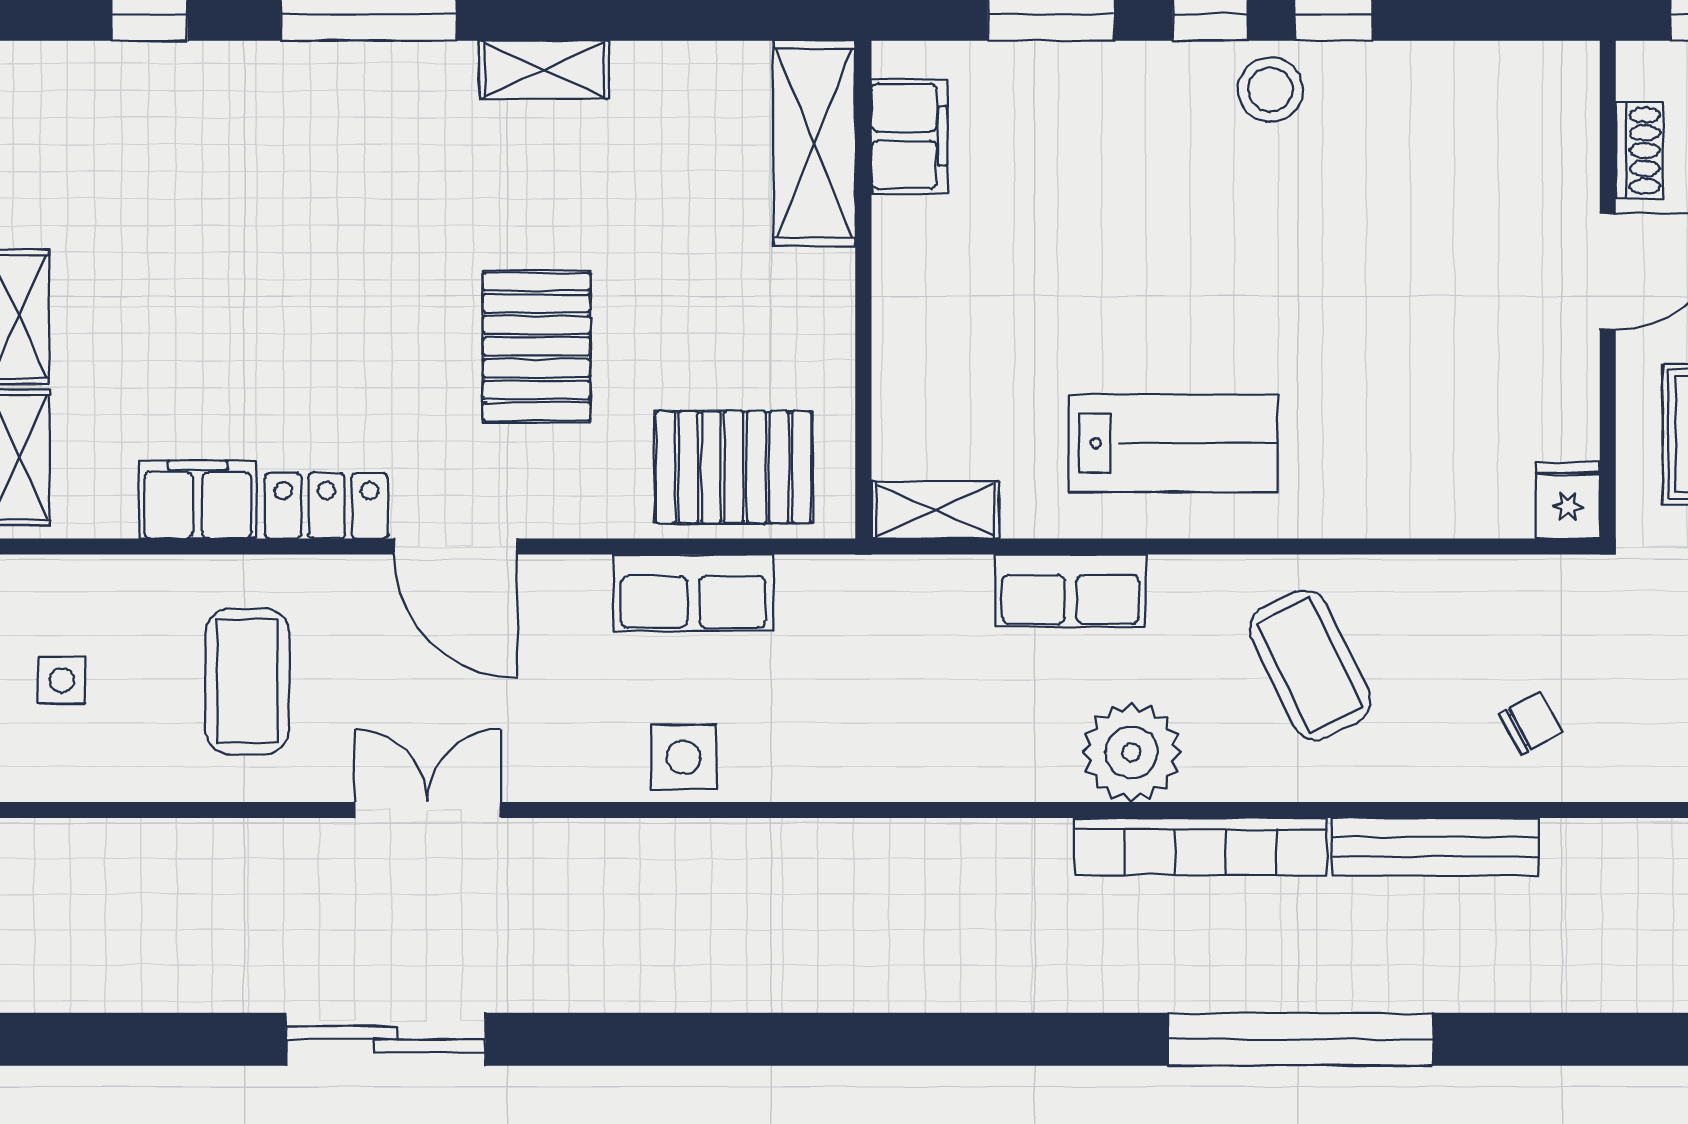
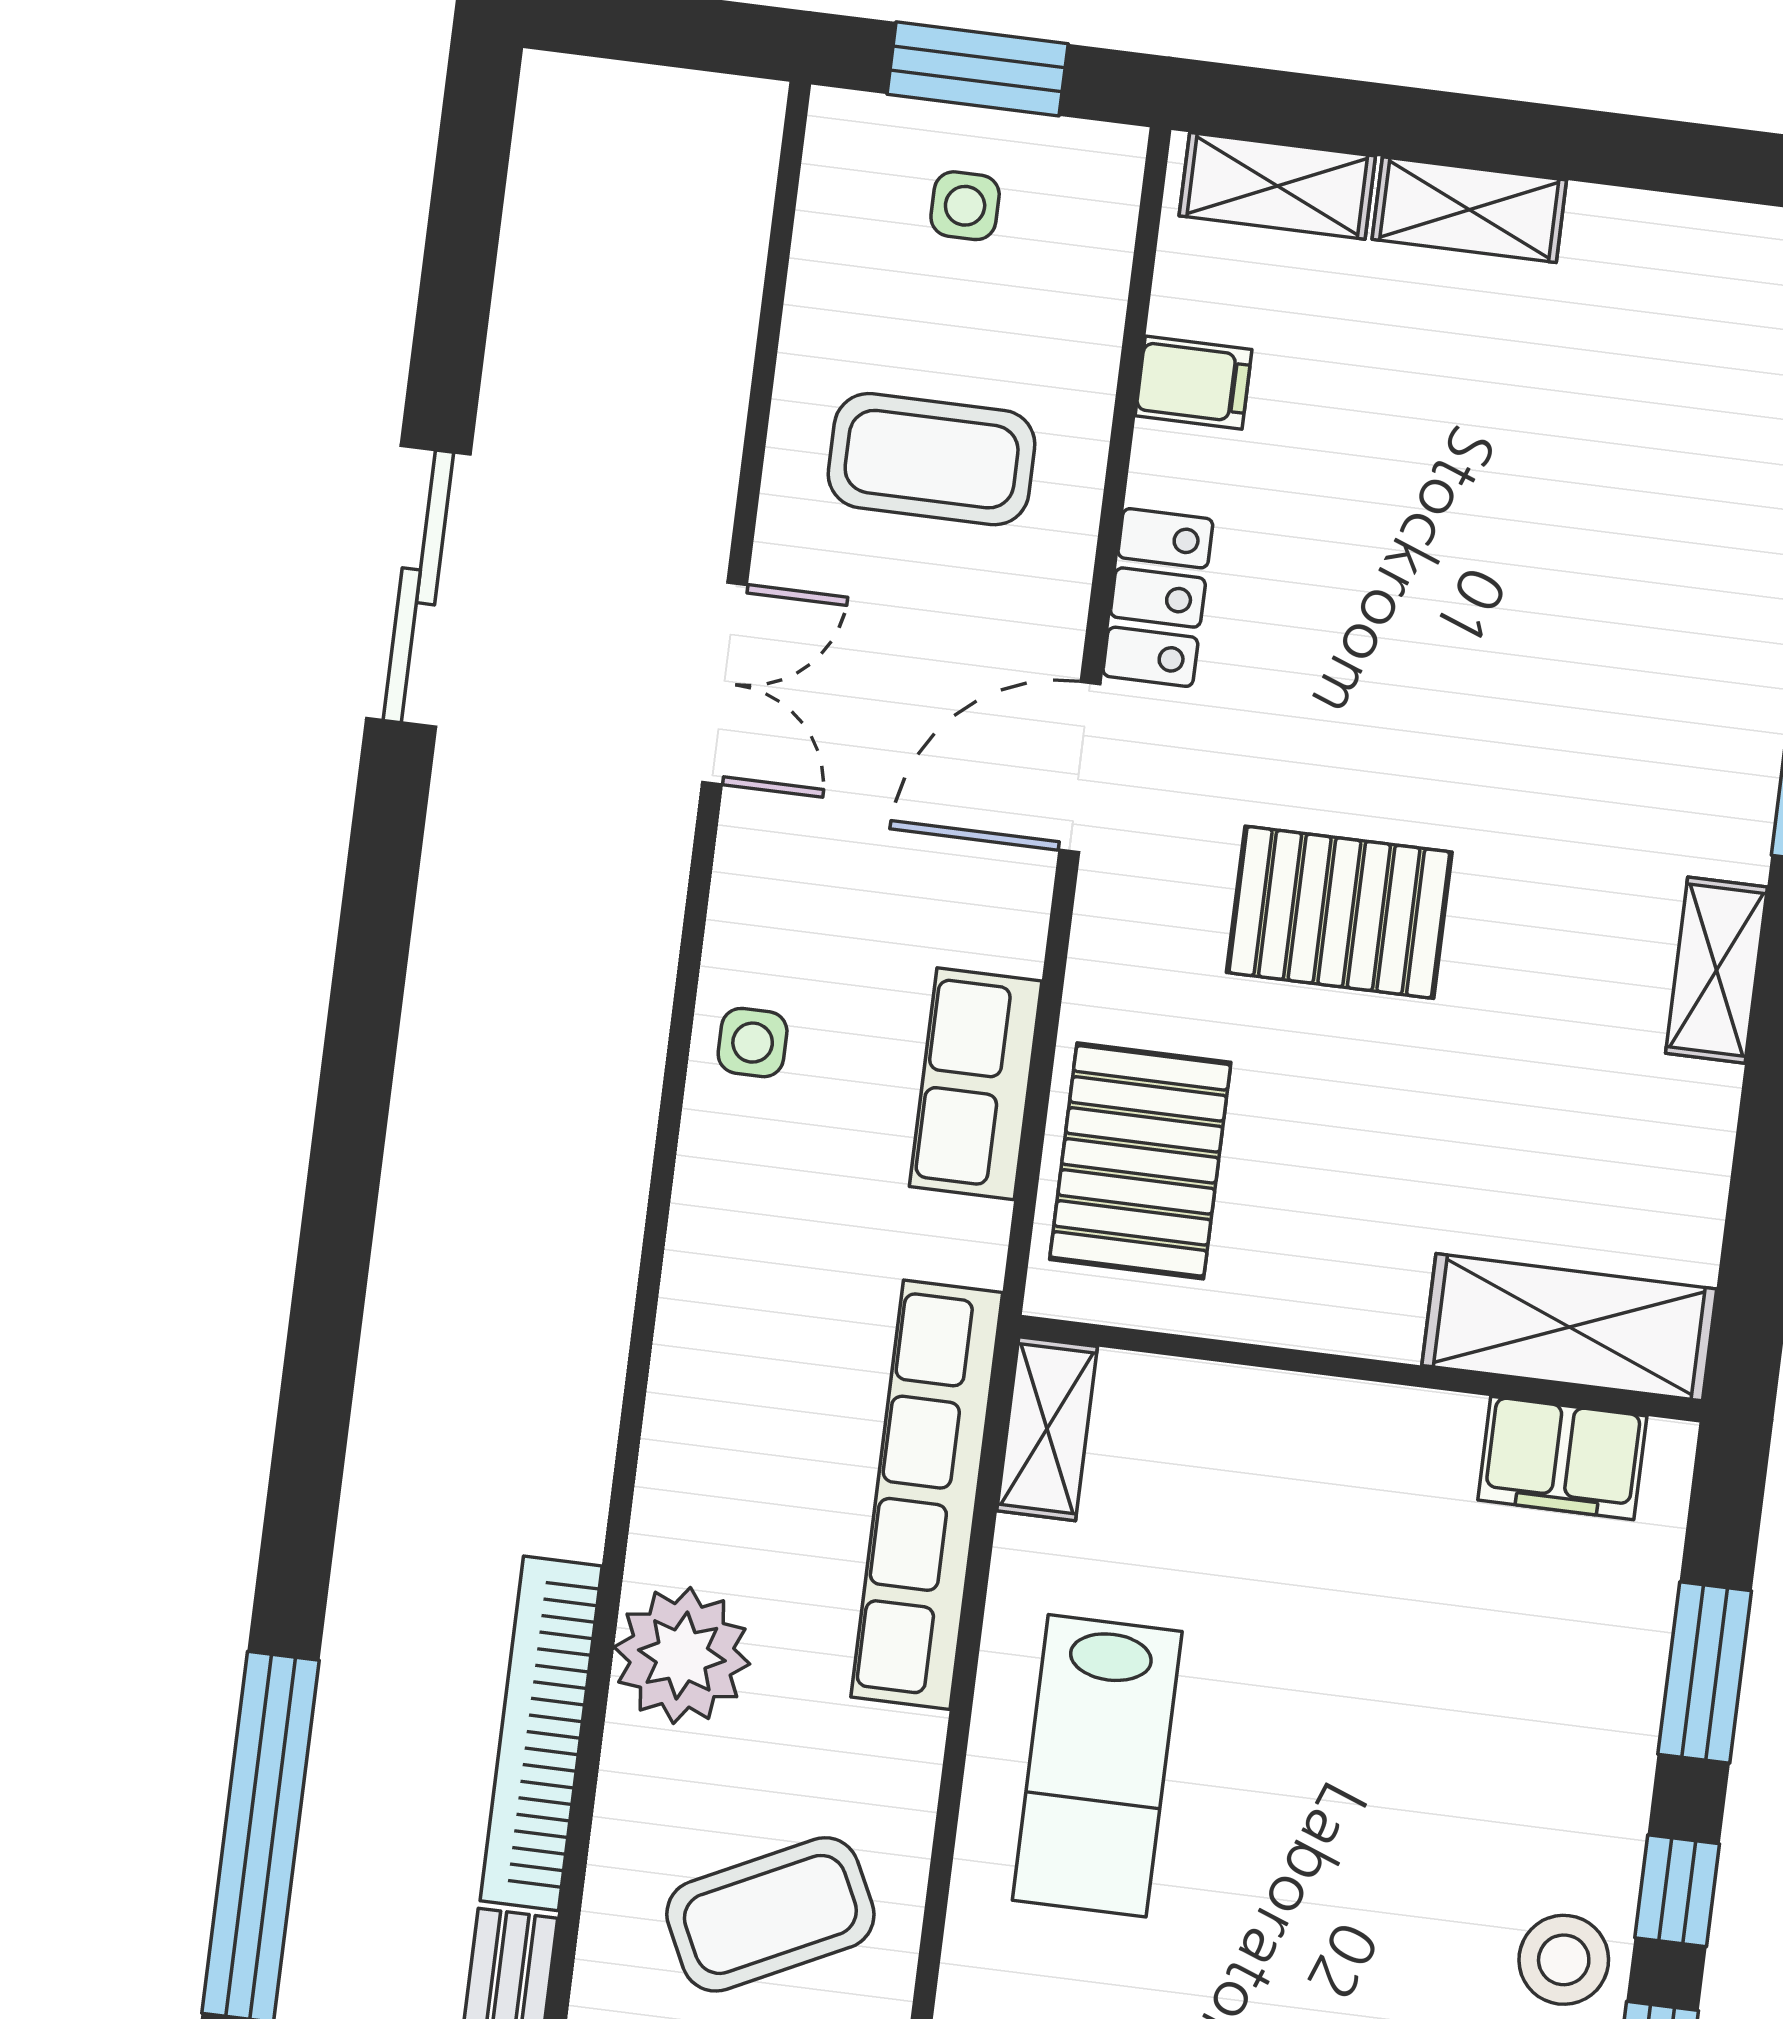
filing cabinet: (198, 500) -> (1194, 383), width x0.50
row of seats: (1071, 591) -> (927, 1495), width x2.02
side table: (684, 757) -> (753, 1043), width x0.73, depth x0.73

